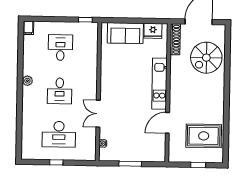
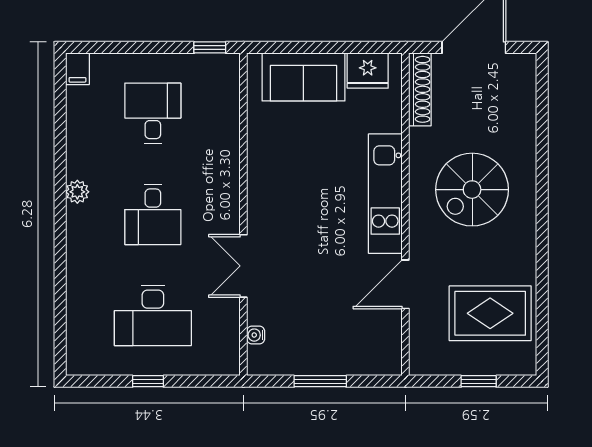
spiral stairs: (206, 58) -> (472, 190), moved

